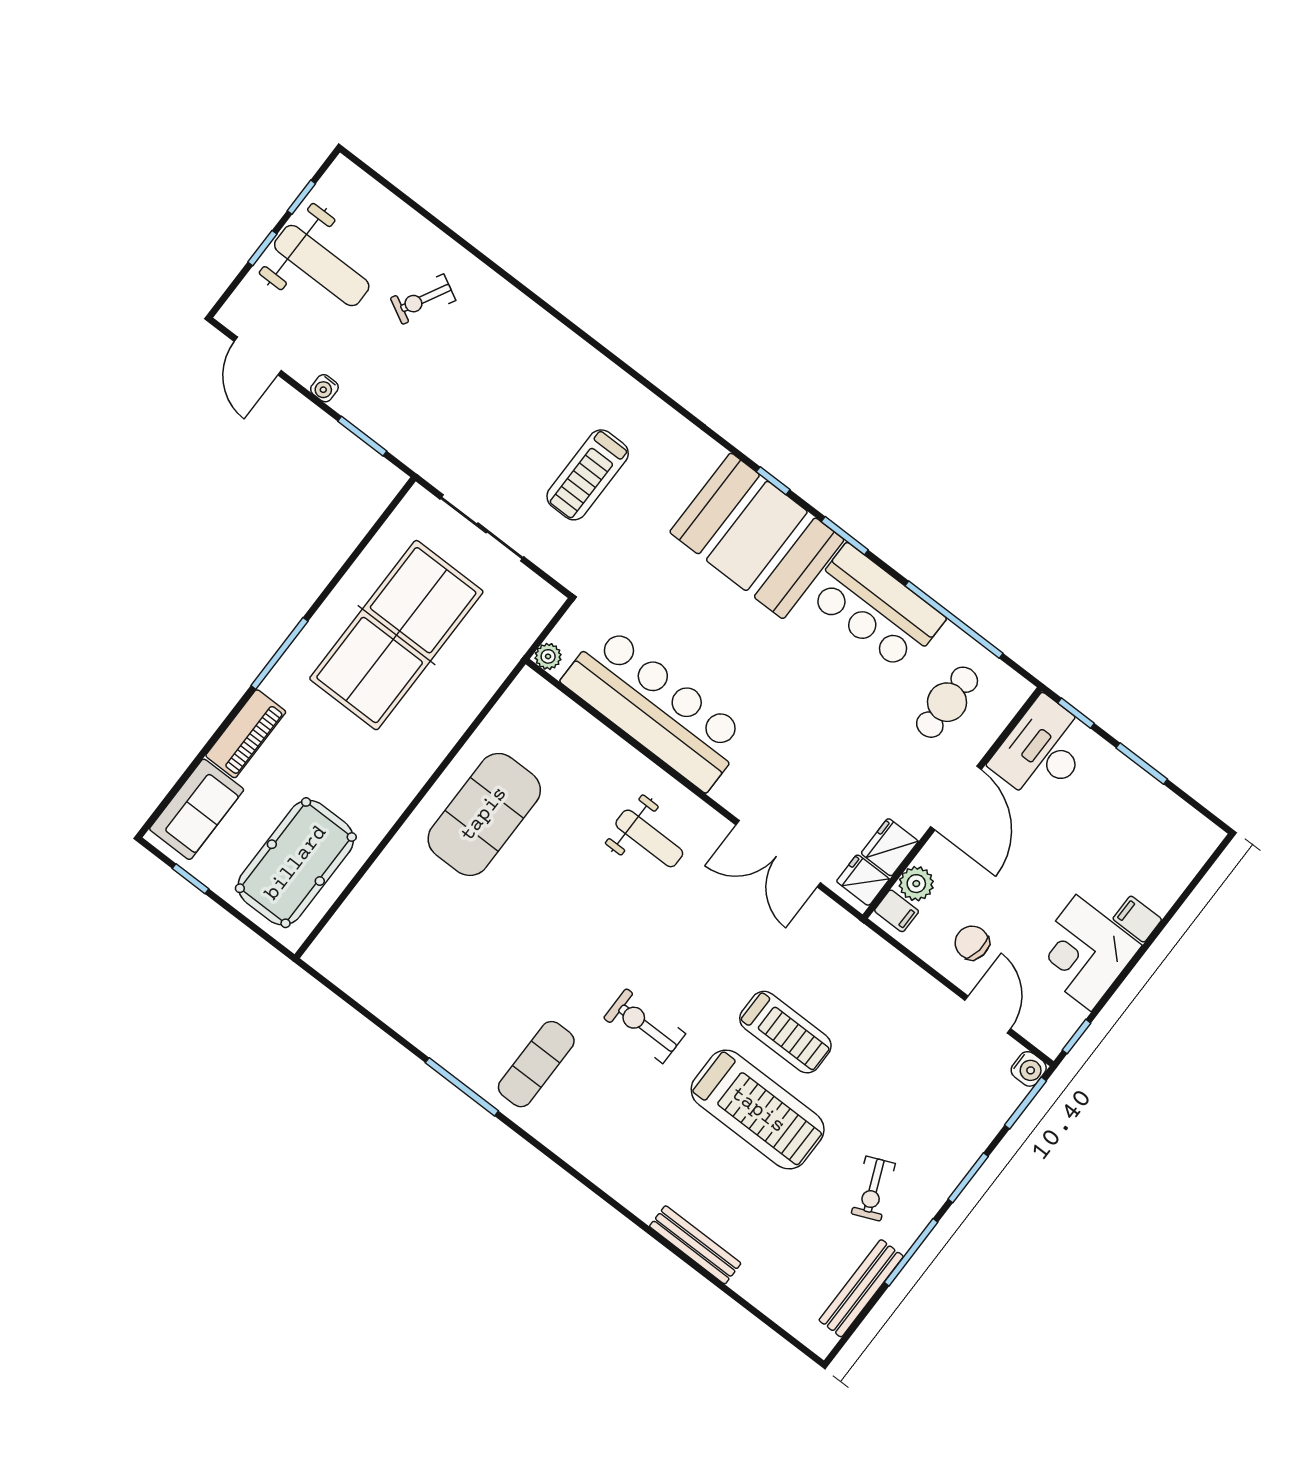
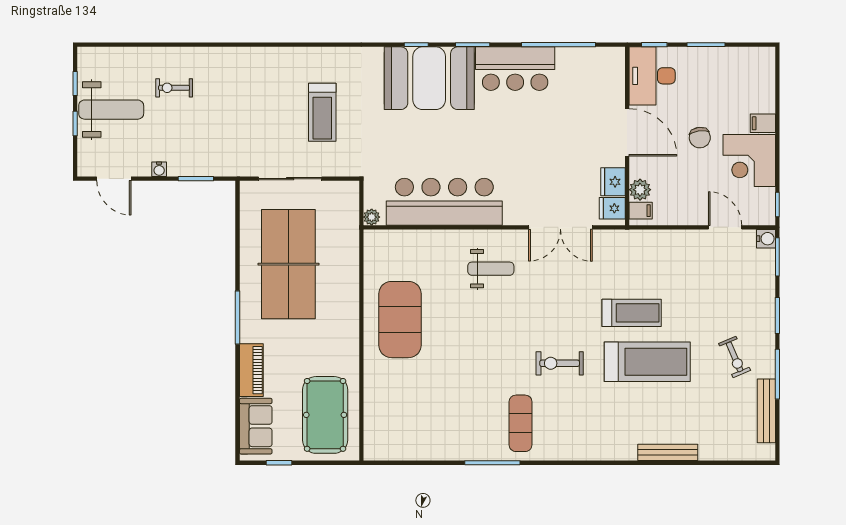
exercise bike: (423, 299) -> (174, 88), turned 62
cafe table: (947, 702) -> (586, 88), removed
chair: (972, 943) -> (700, 138), moved, turned -106

